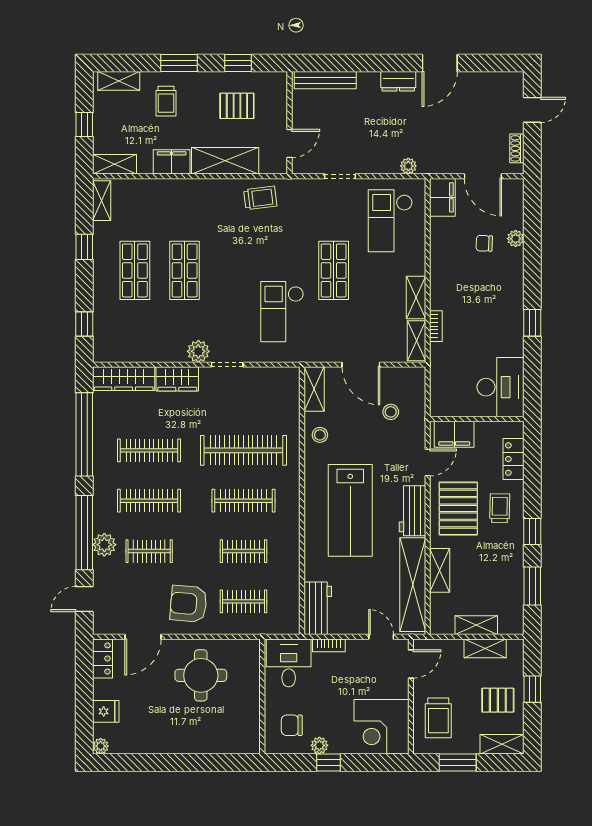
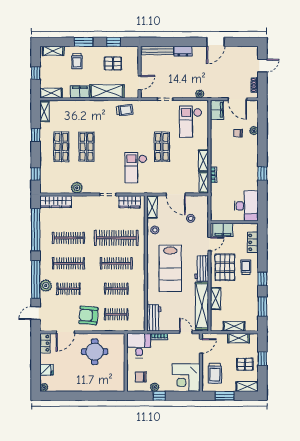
dresser: (398, 81) -> (183, 51), moved
plant: (198, 351) -> (77, 188), moved
wardrobe: (177, 379) -> (130, 202), moved

